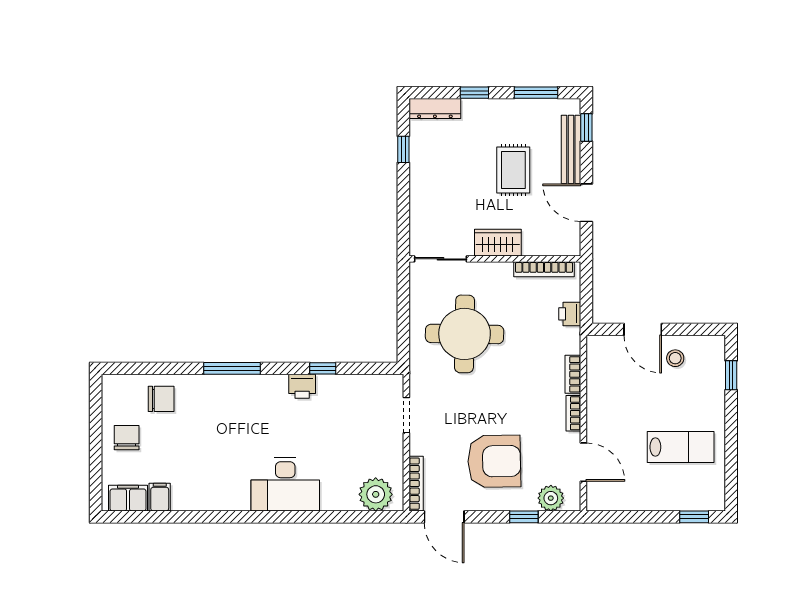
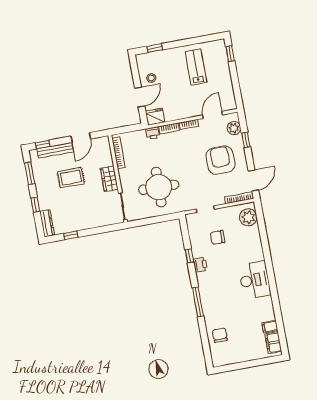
printer: (570, 314) -> (153, 133), moved
fridge: (600, 352) -> (155, 117), added
chair: (127, 438) -> (218, 237), moved
desk: (285, 484) -> (255, 280), moved

